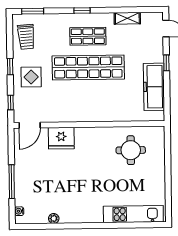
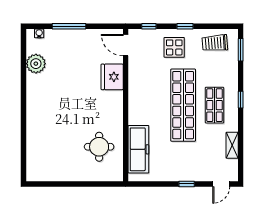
freezer: (154, 87) -> (138, 149), moved, turned 90
kitchen unit: (133, 214) -> (35, 149), removed
plant: (54, 218) -> (36, 64), width x1.87, depth x1.87

